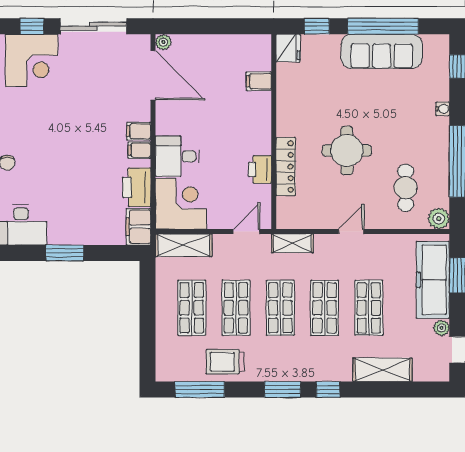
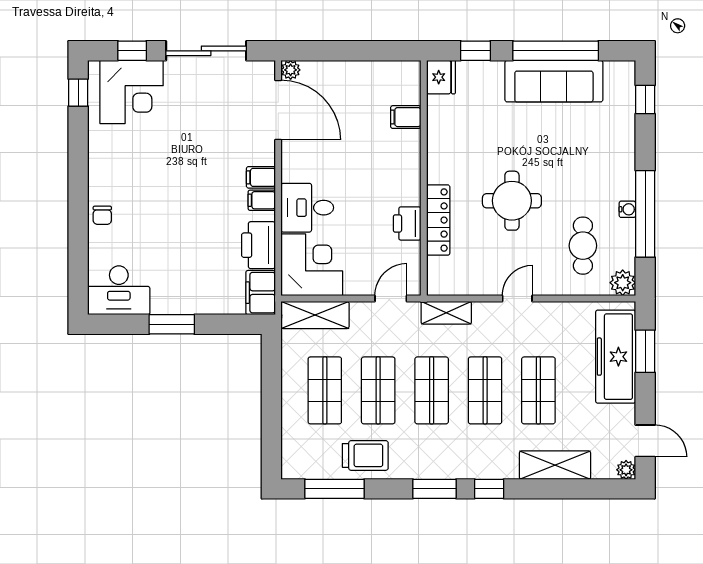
water cooler: (443, 109) -> (627, 209), moved
plant: (441, 328) -> (626, 470), moved
trolley: (225, 362) -> (365, 455), turned 180

